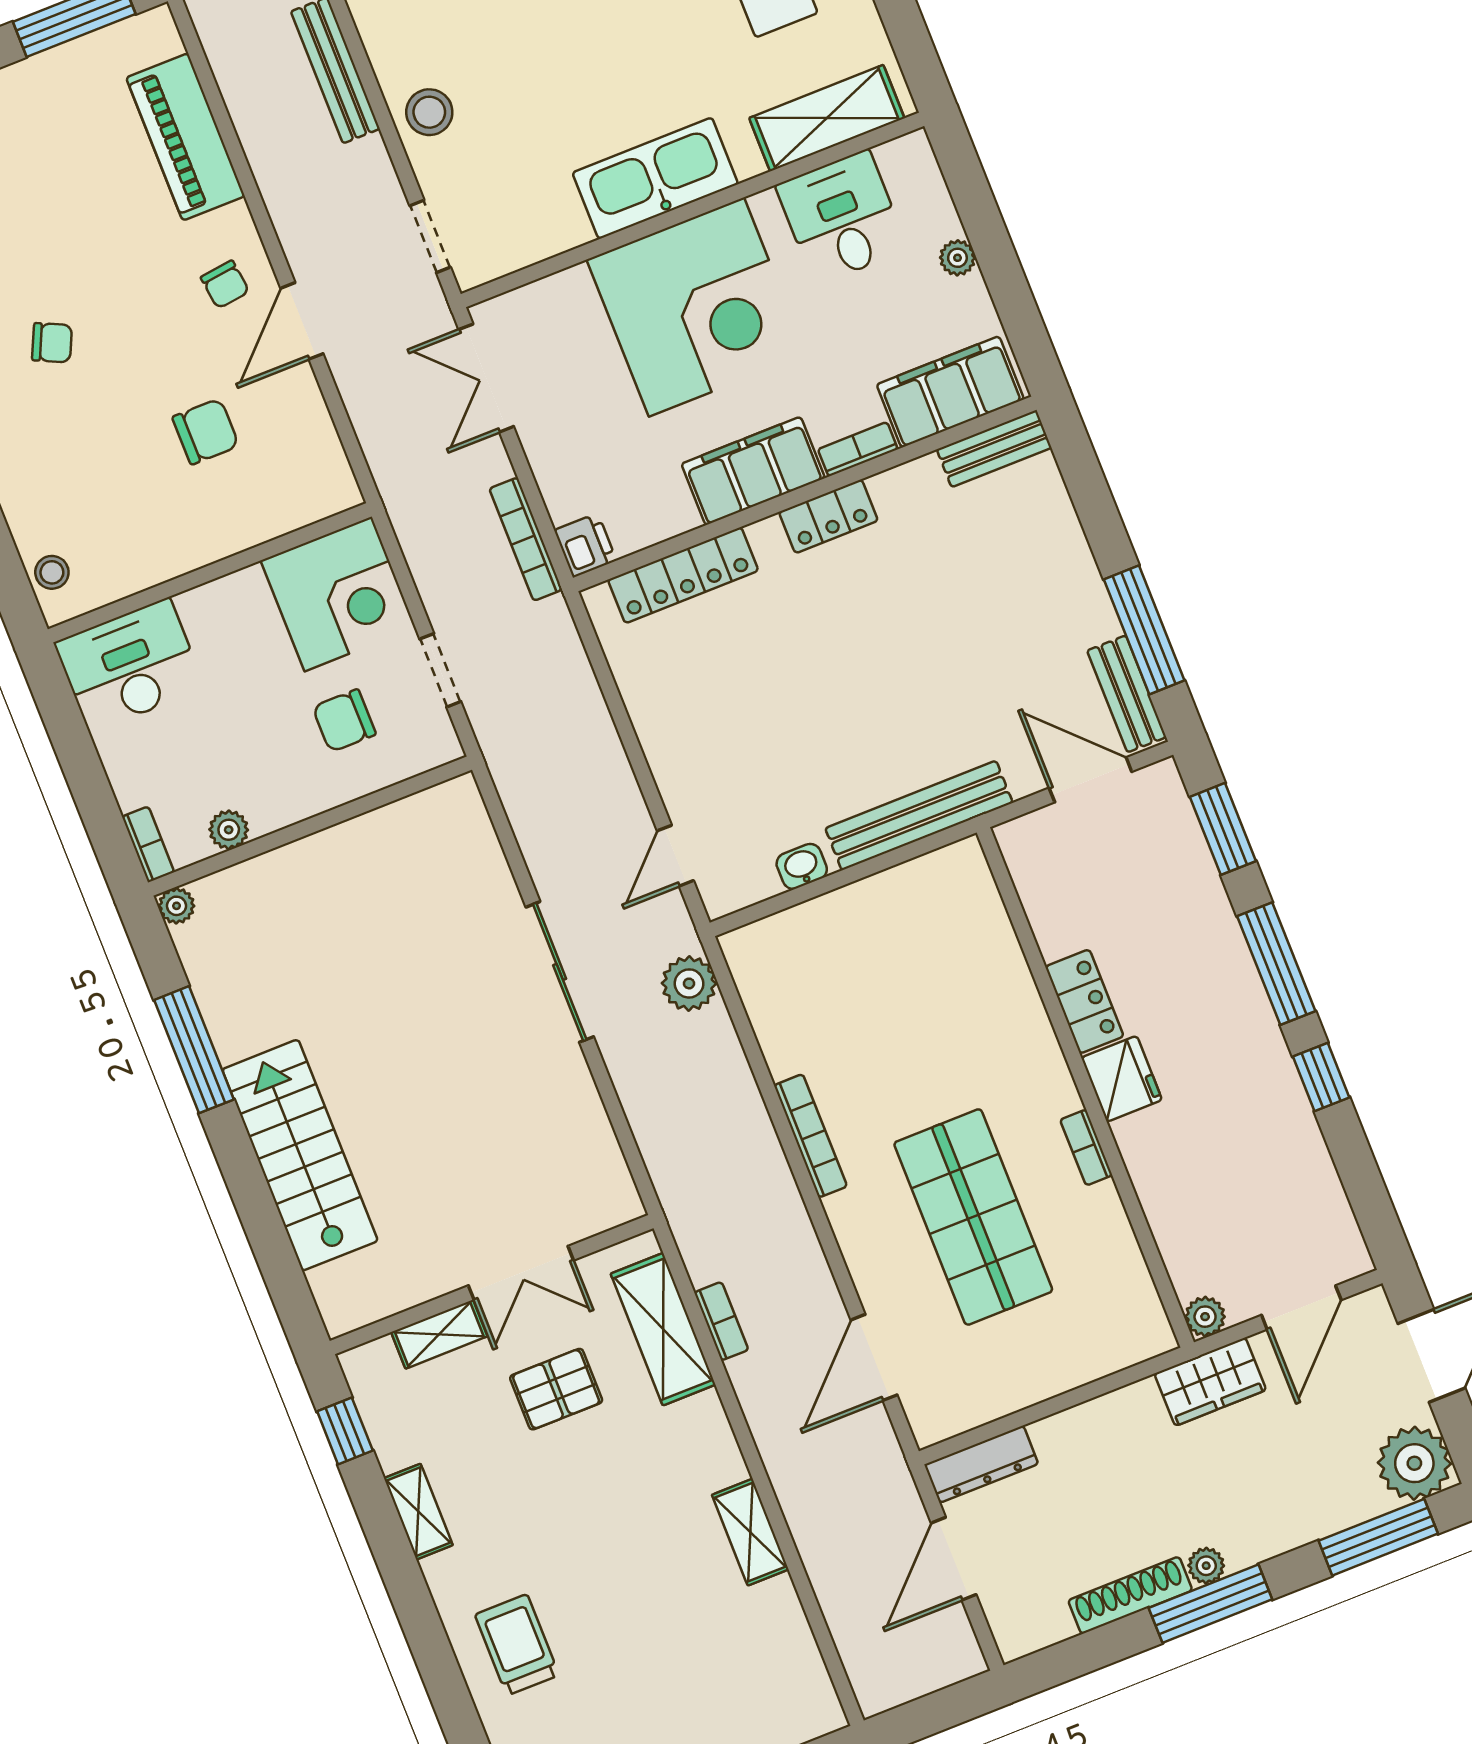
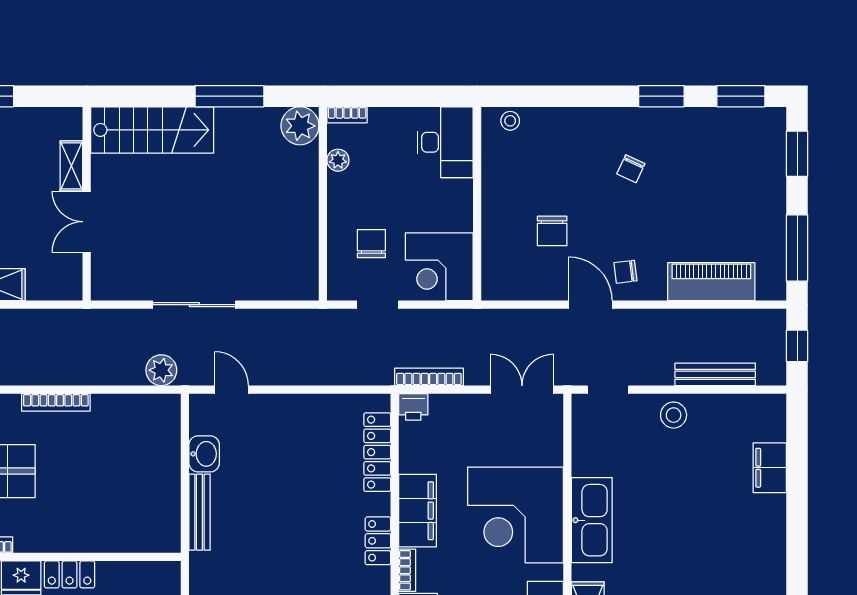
bench: (919, 815) -> (199, 512), width x0.73, depth x0.82
washbasin: (802, 866) -> (204, 454), width x1.38, depth x1.45
plant: (177, 906) -> (300, 126), width x1.87, depth x1.87
double door: (521, 1273) -> (87, 222), moved
wall: (492, 1285) -> (87, 204), moved
shelving: (439, 1334) -> (71, 166), moved

